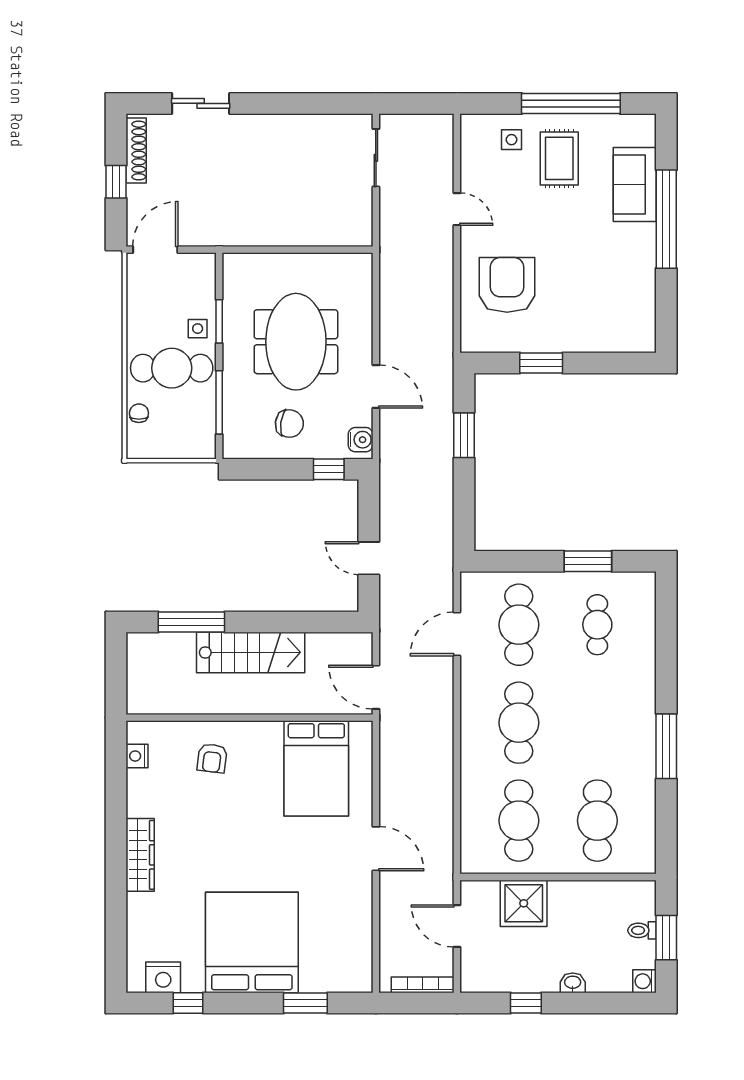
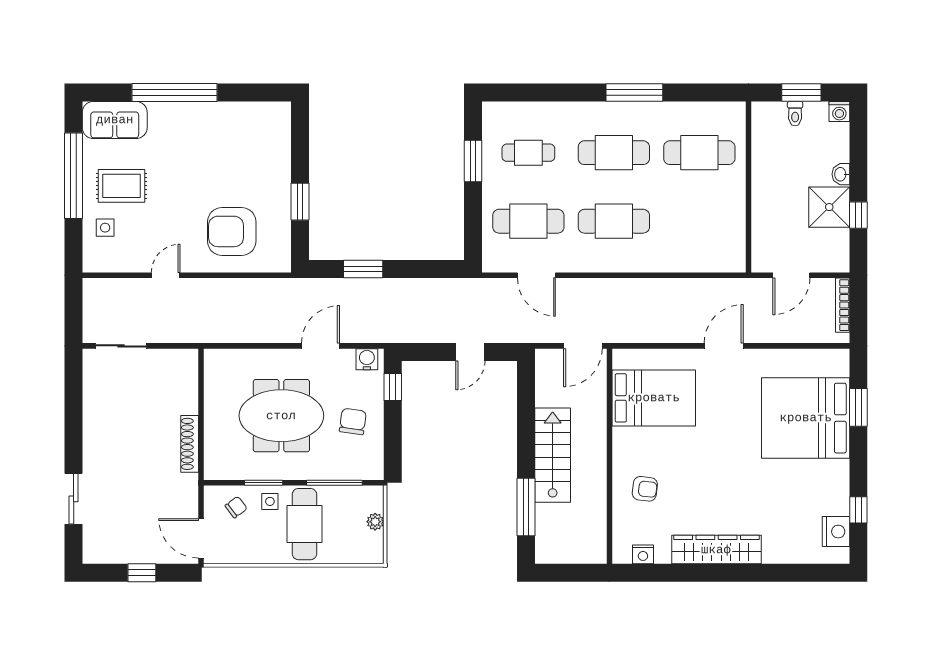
shoe rack: (136, 150) -> (190, 444), moved, turned -90
sofa: (635, 184) -> (115, 120), moved
chair: (139, 413) -> (236, 507), moved, turned 143
plant: (174, 449) -> (375, 522), added
cafe table: (519, 821) -> (614, 153), moved
wardrobe: (140, 855) -> (716, 550), width x1.40, depth x1.17
shower: (524, 903) -> (829, 207), moved
bed: (252, 942) -> (806, 418), moved

